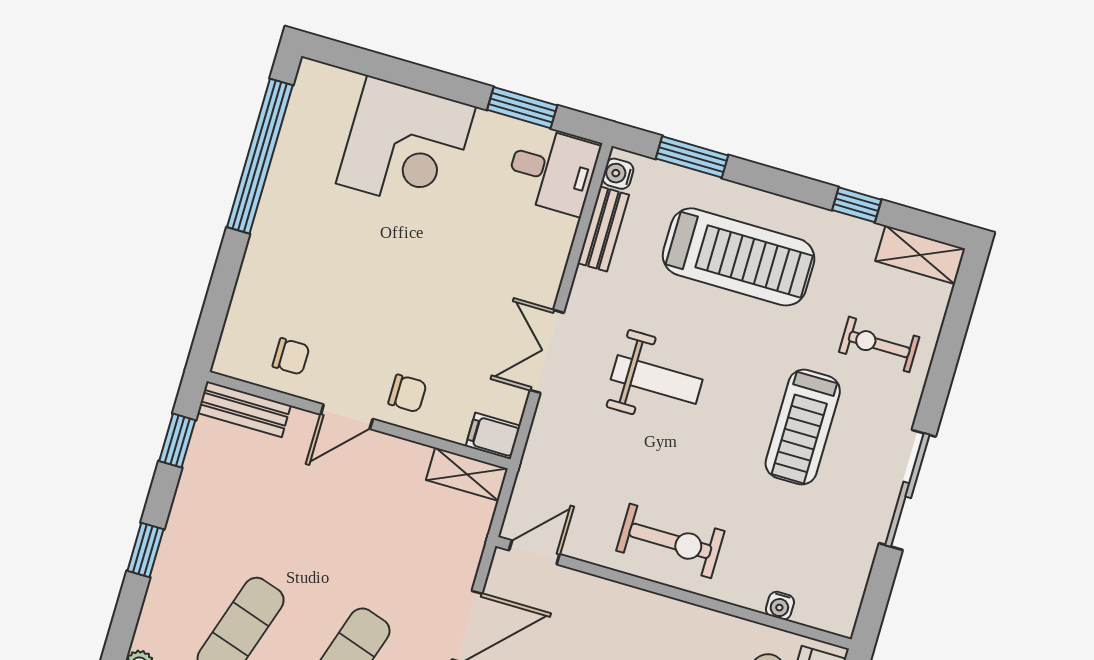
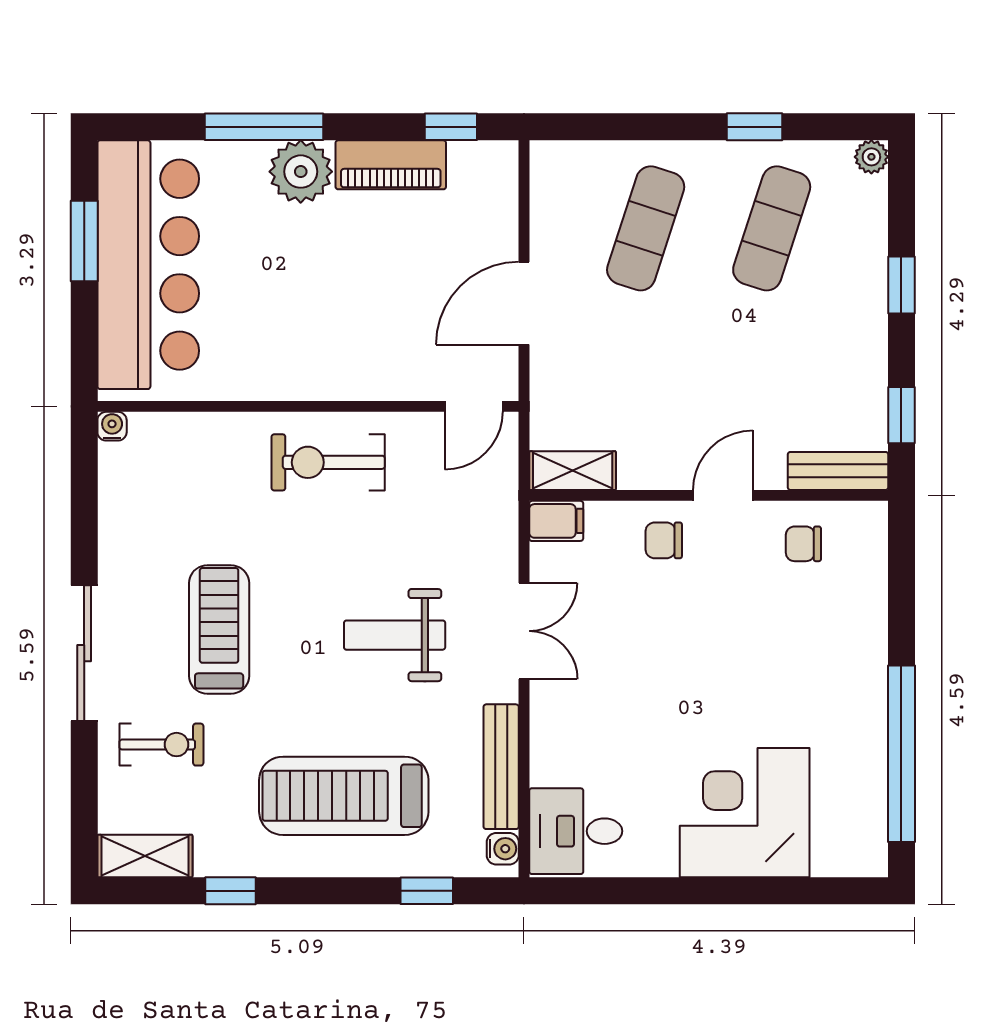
window: (522, 108) -> (629, 891), removed
window: (692, 157) -> (427, 891), width x0.67
bench: (603, 229) -> (501, 767), width x1.36
sliding door: (907, 490) -> (84, 653), moved
water cooler: (780, 606) -> (112, 426), moved

